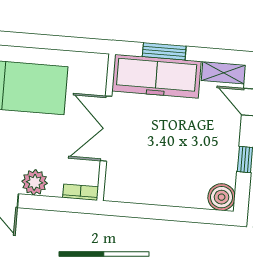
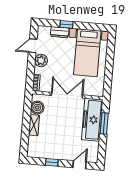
shelving: (224, 73) -> (34, 125), moved
boiler: (222, 197) -> (37, 108), moved

